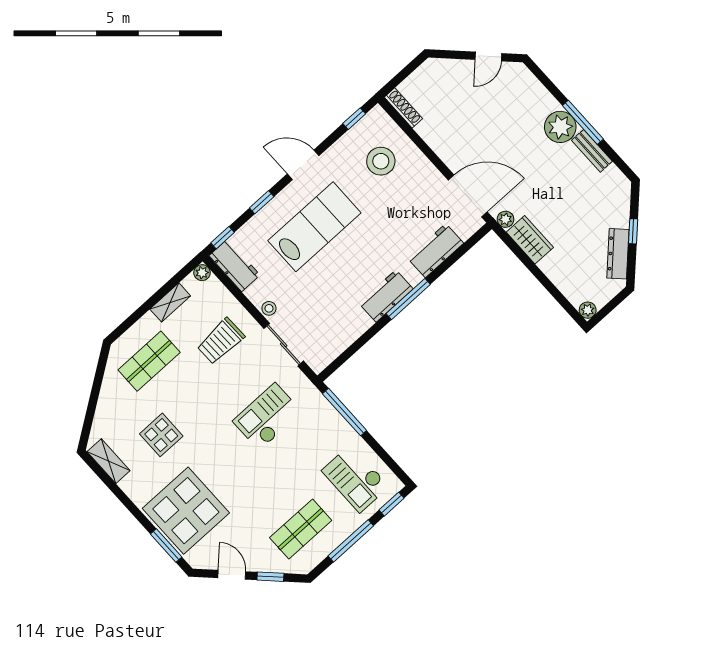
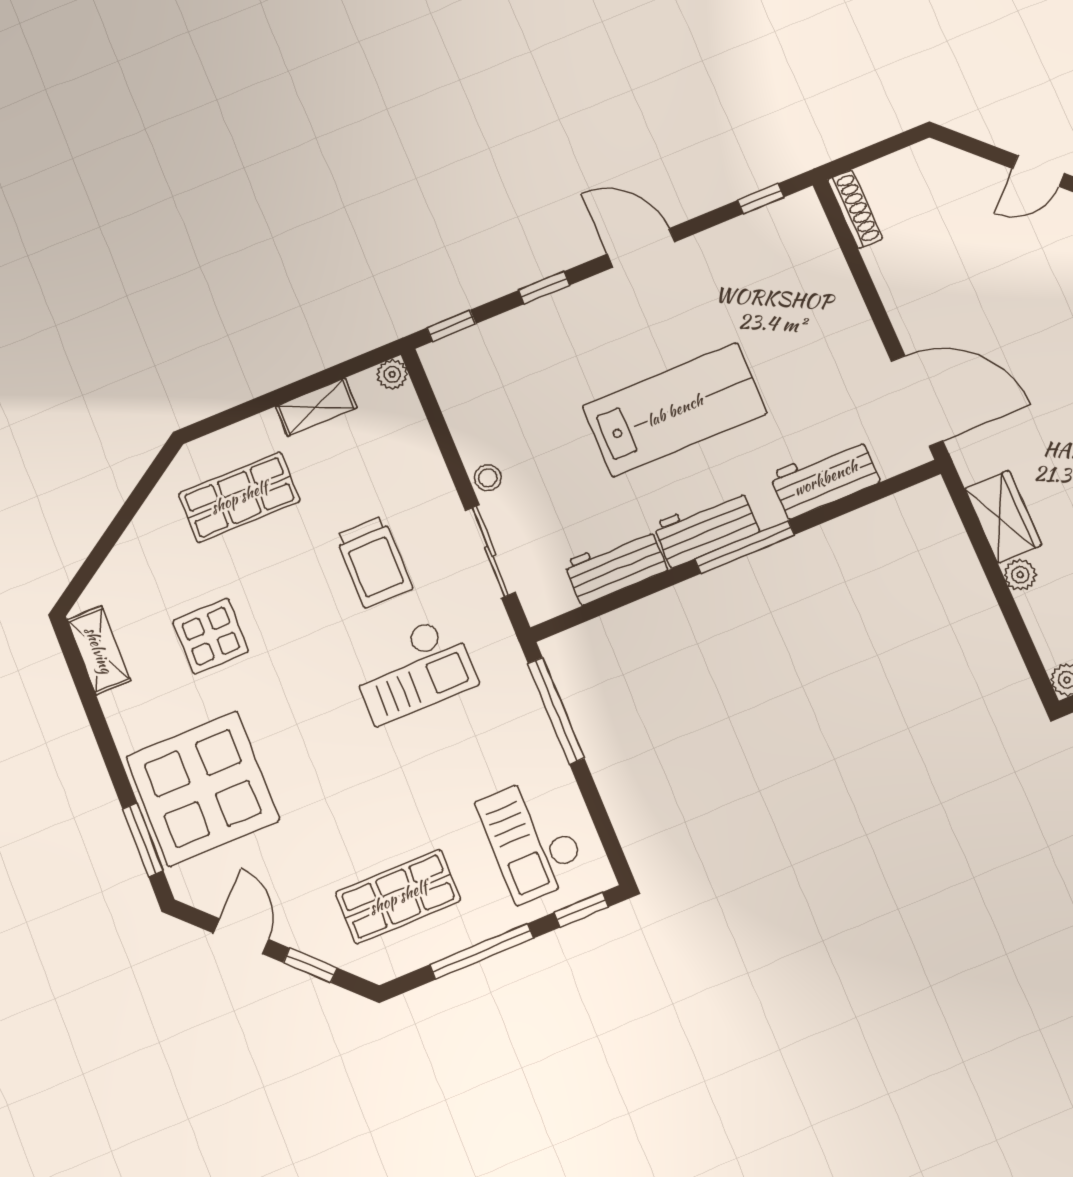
stool: (381, 161) -> (782, 288), removed
plant: (506, 219) -> (1020, 575), moved
lab bench: (314, 227) -> (675, 410), moved
workbench: (235, 265) -> (616, 566), moved, turned -90
trolley: (221, 341) -> (374, 562), moved, turned -89
checkout: (267, 417) -> (413, 670), turned 180

